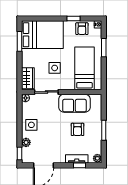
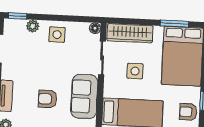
wardrobe: (28, 78) -> (130, 33), width x1.50

